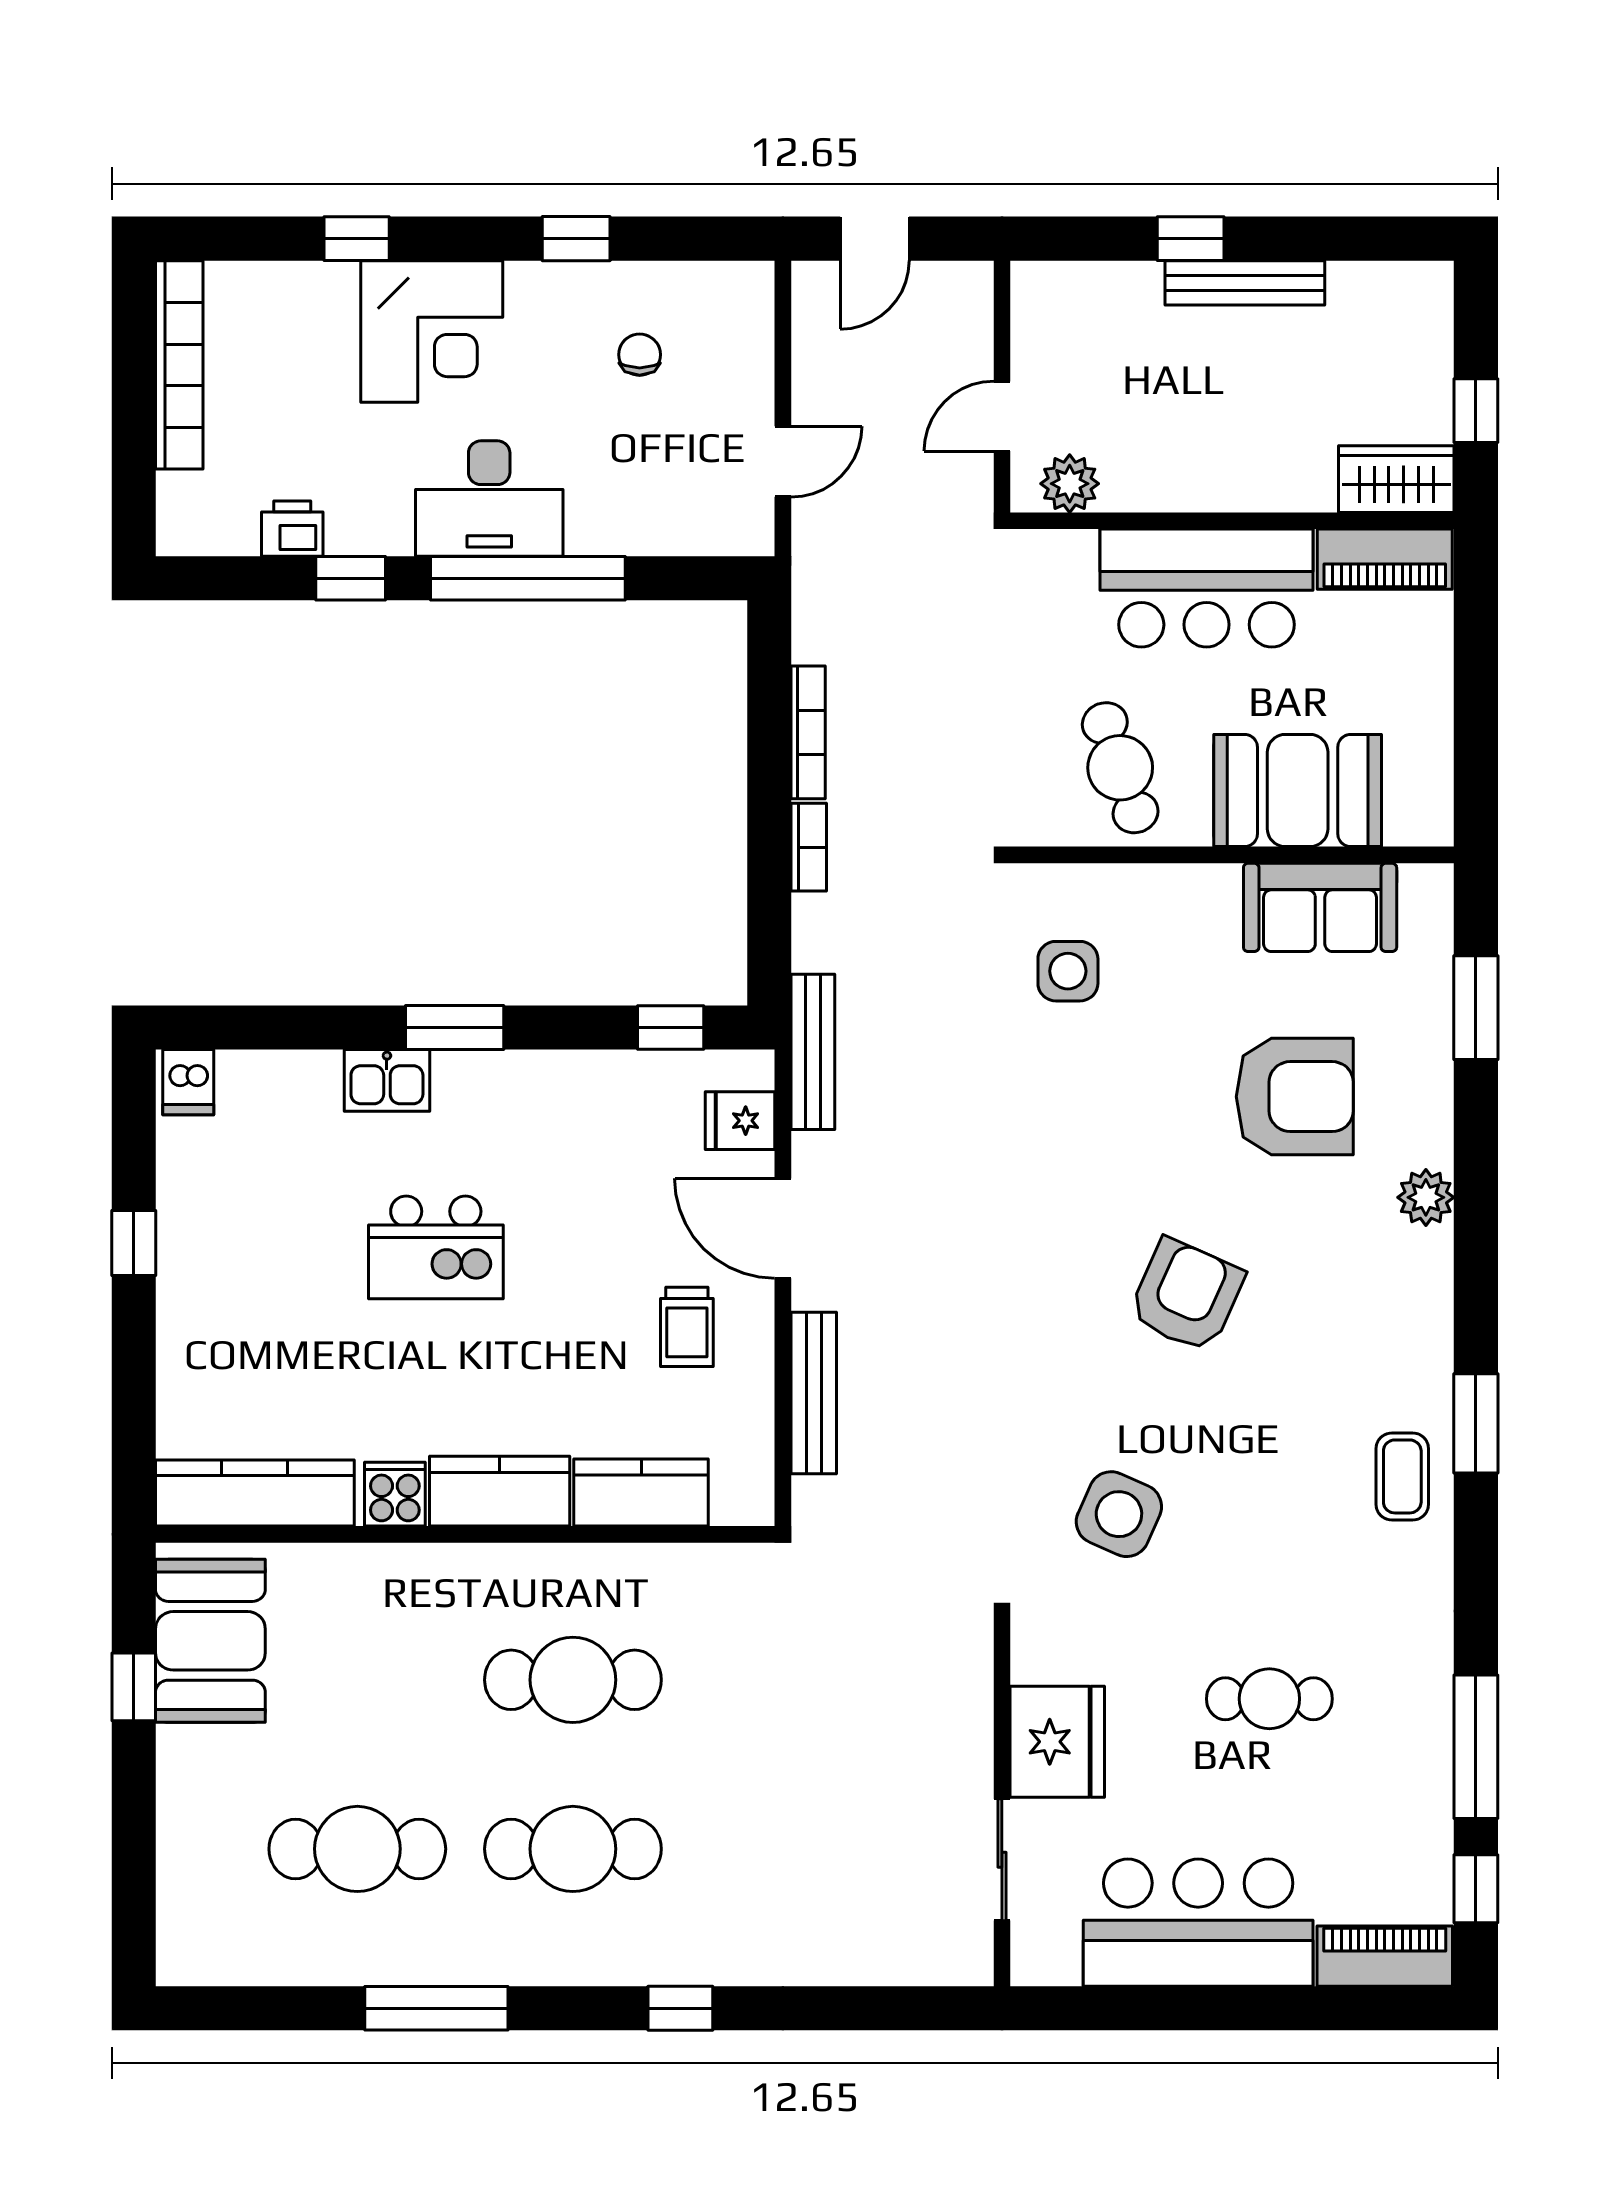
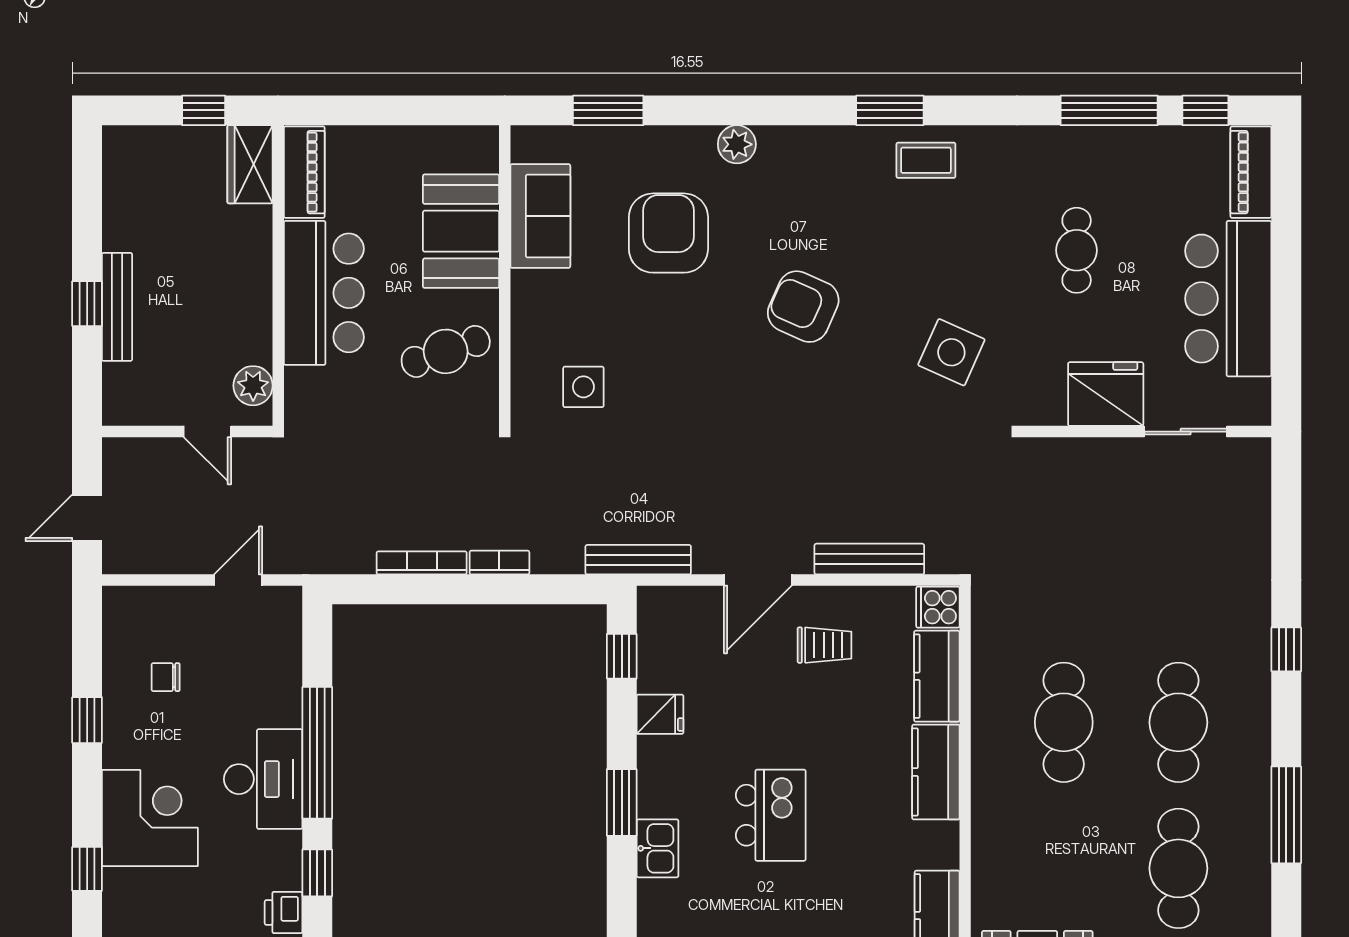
door: (875, 239) -> (87, 518), swing flipped
bench: (1245, 283) -> (117, 307), moved
door: (783, 462) -> (238, 580), hinge flipped
fridge: (740, 1121) -> (660, 714), moved, turned -90
cooker: (395, 1494) -> (938, 607), moved

